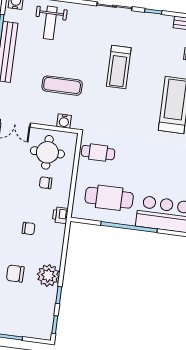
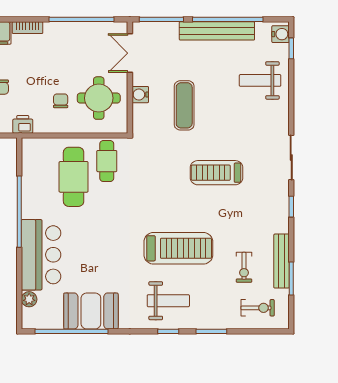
water cooler: (64, 121) -> (140, 95), moved
cafe table: (109, 198) -> (74, 177), moved

